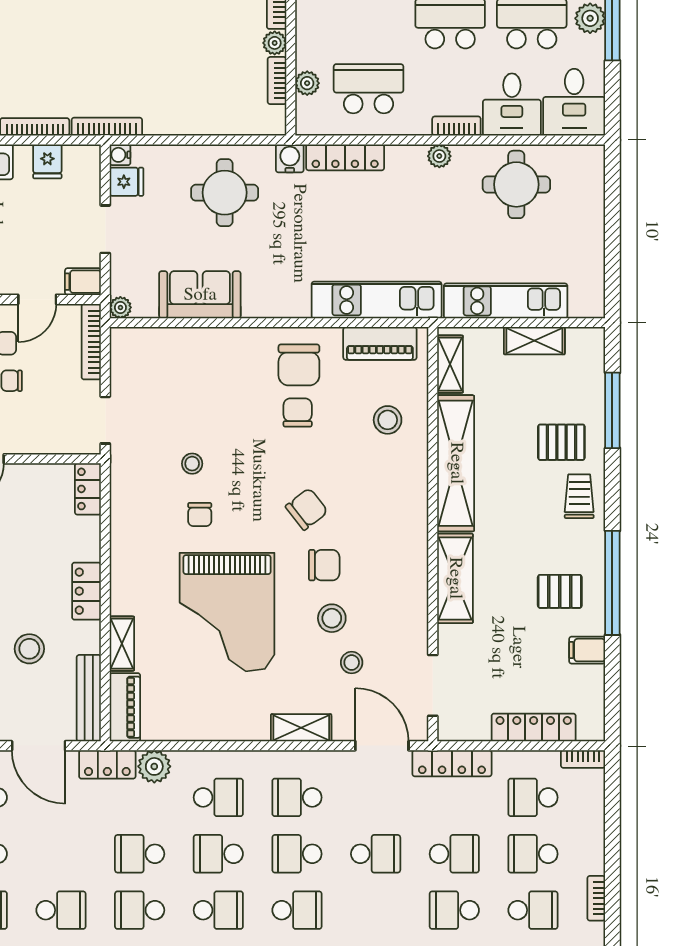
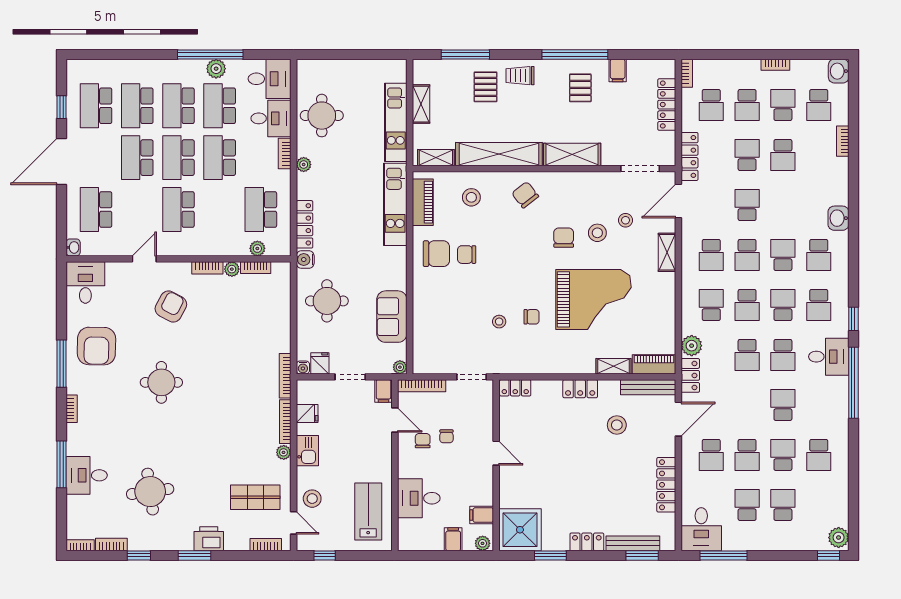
chair: (307, 509) -> (525, 195), moved

